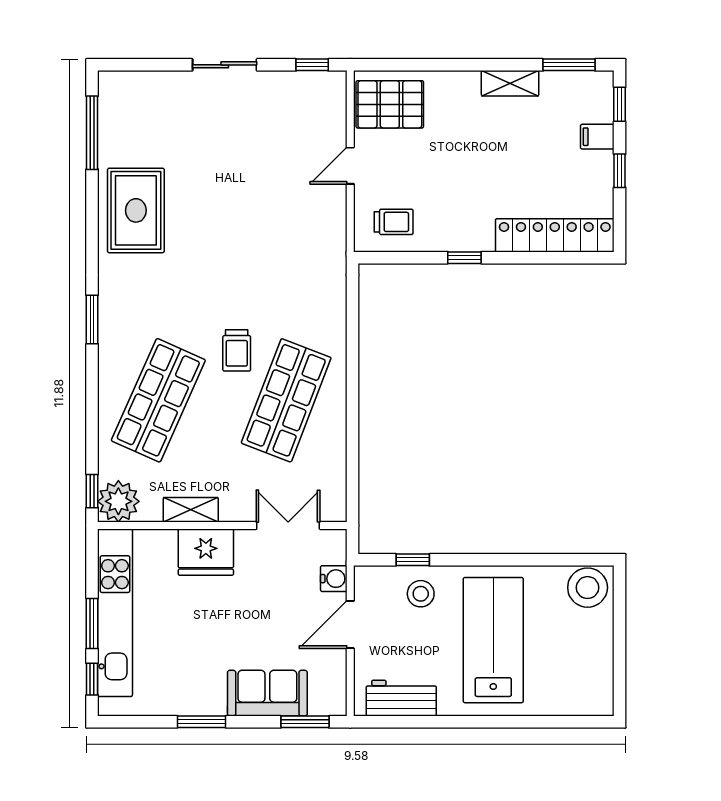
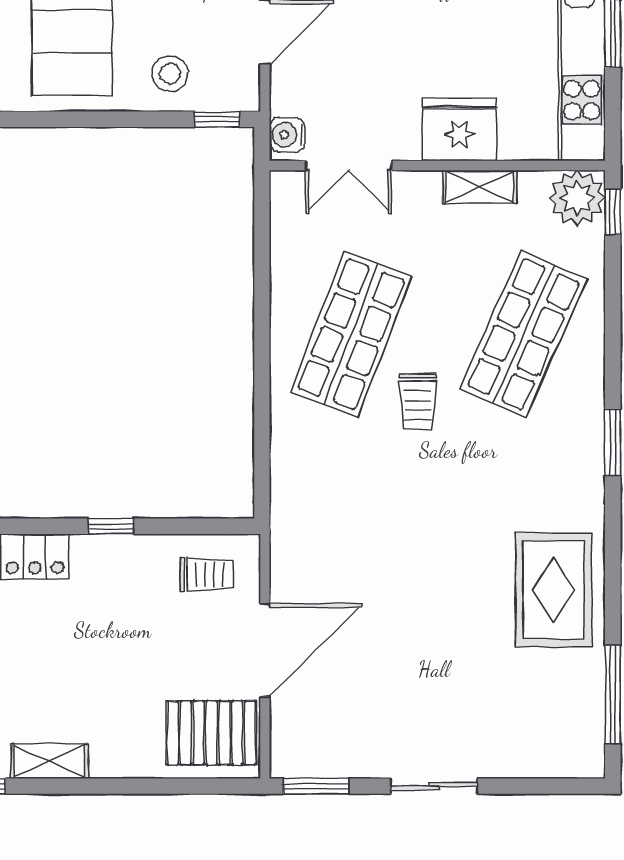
window: (312, 65) -> (316, 786), width x1.50
door: (350, 166) -> (265, 650), width x1.87
trolley: (394, 222) -> (206, 574), turned 180
trolley: (237, 350) -> (418, 401), turned 180
window: (413, 560) -> (217, 119), moved
water cooler: (334, 579) -> (287, 135), moved

